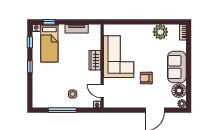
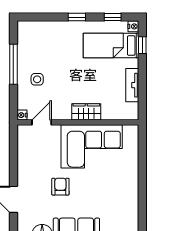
plant: (160, 32) -> (128, 207), removed

